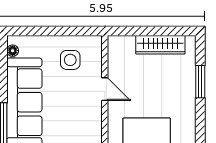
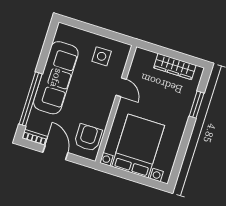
floor lamp: (13, 51) -> (59, 35), removed

